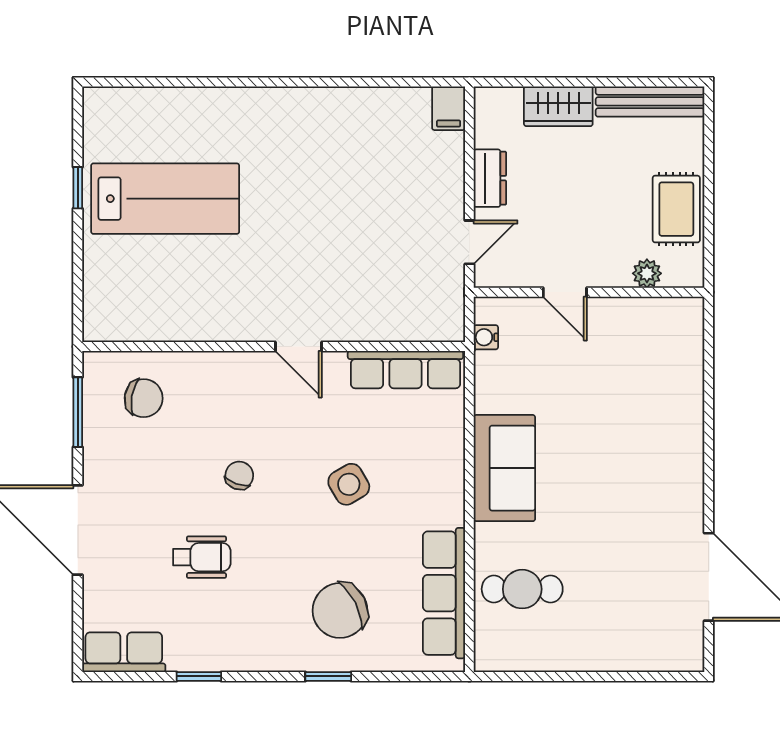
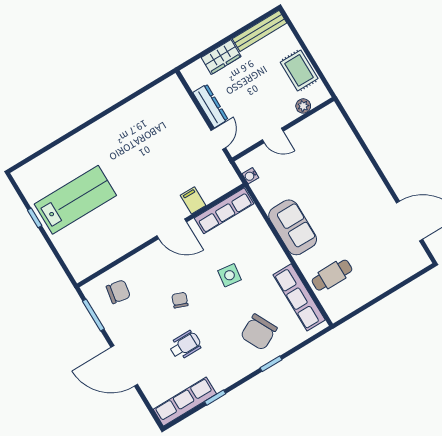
filing cabinet: (449, 108) -> (193, 200), moved, turned 180
dresser: (490, 178) -> (210, 106), width x1.44
door: (298, 347) -> (172, 229), width x1.38
side table: (349, 484) -> (230, 275), turned 37
row of seats: (124, 652) -> (185, 402), width x1.48

